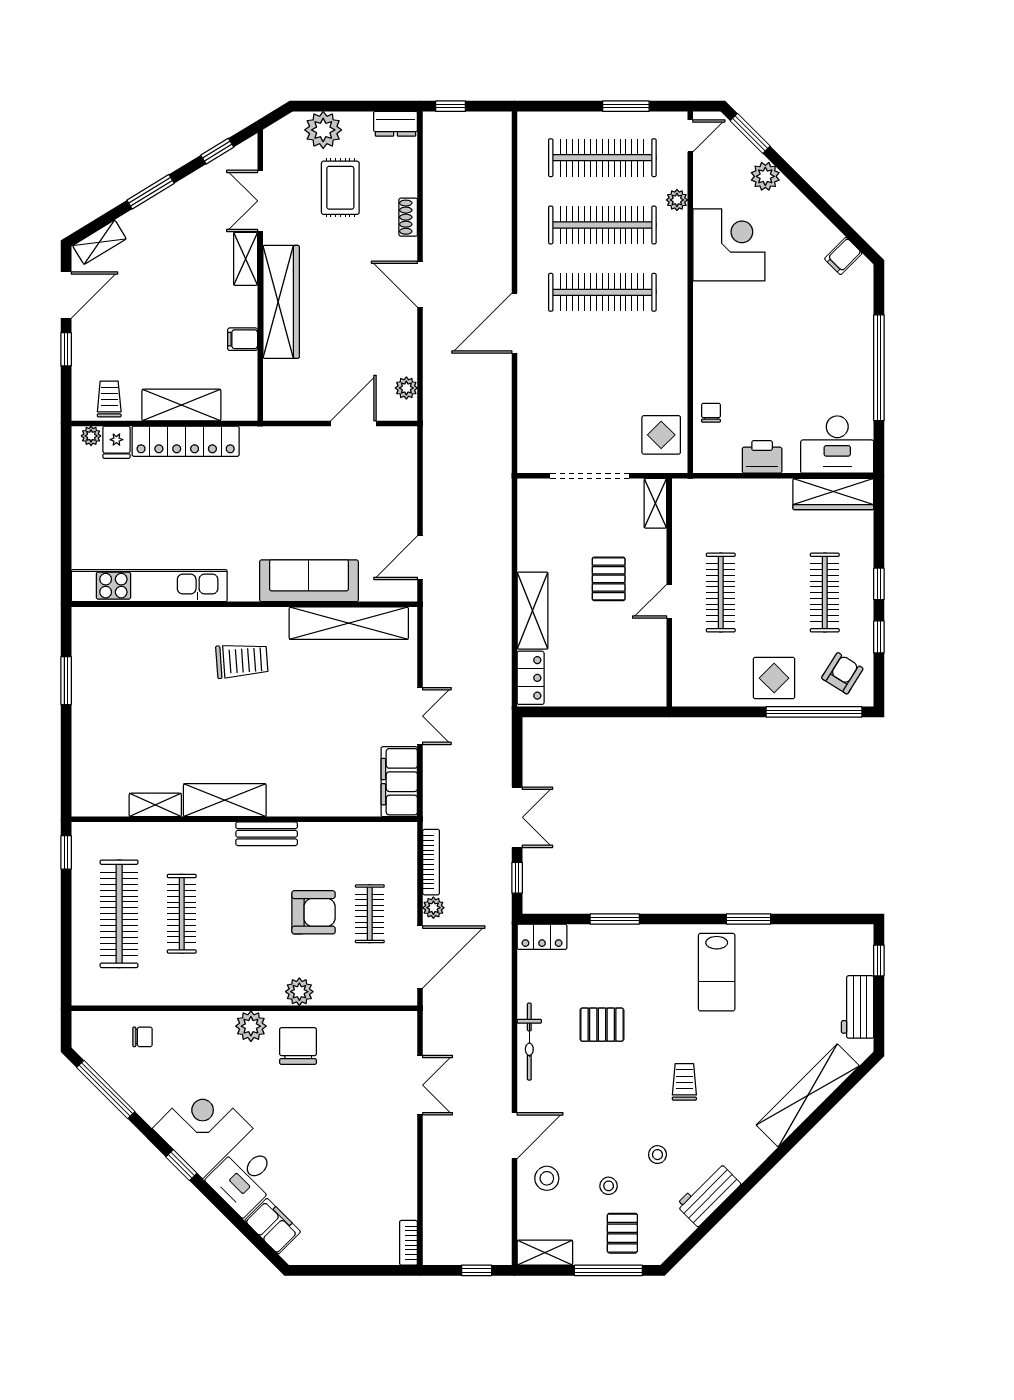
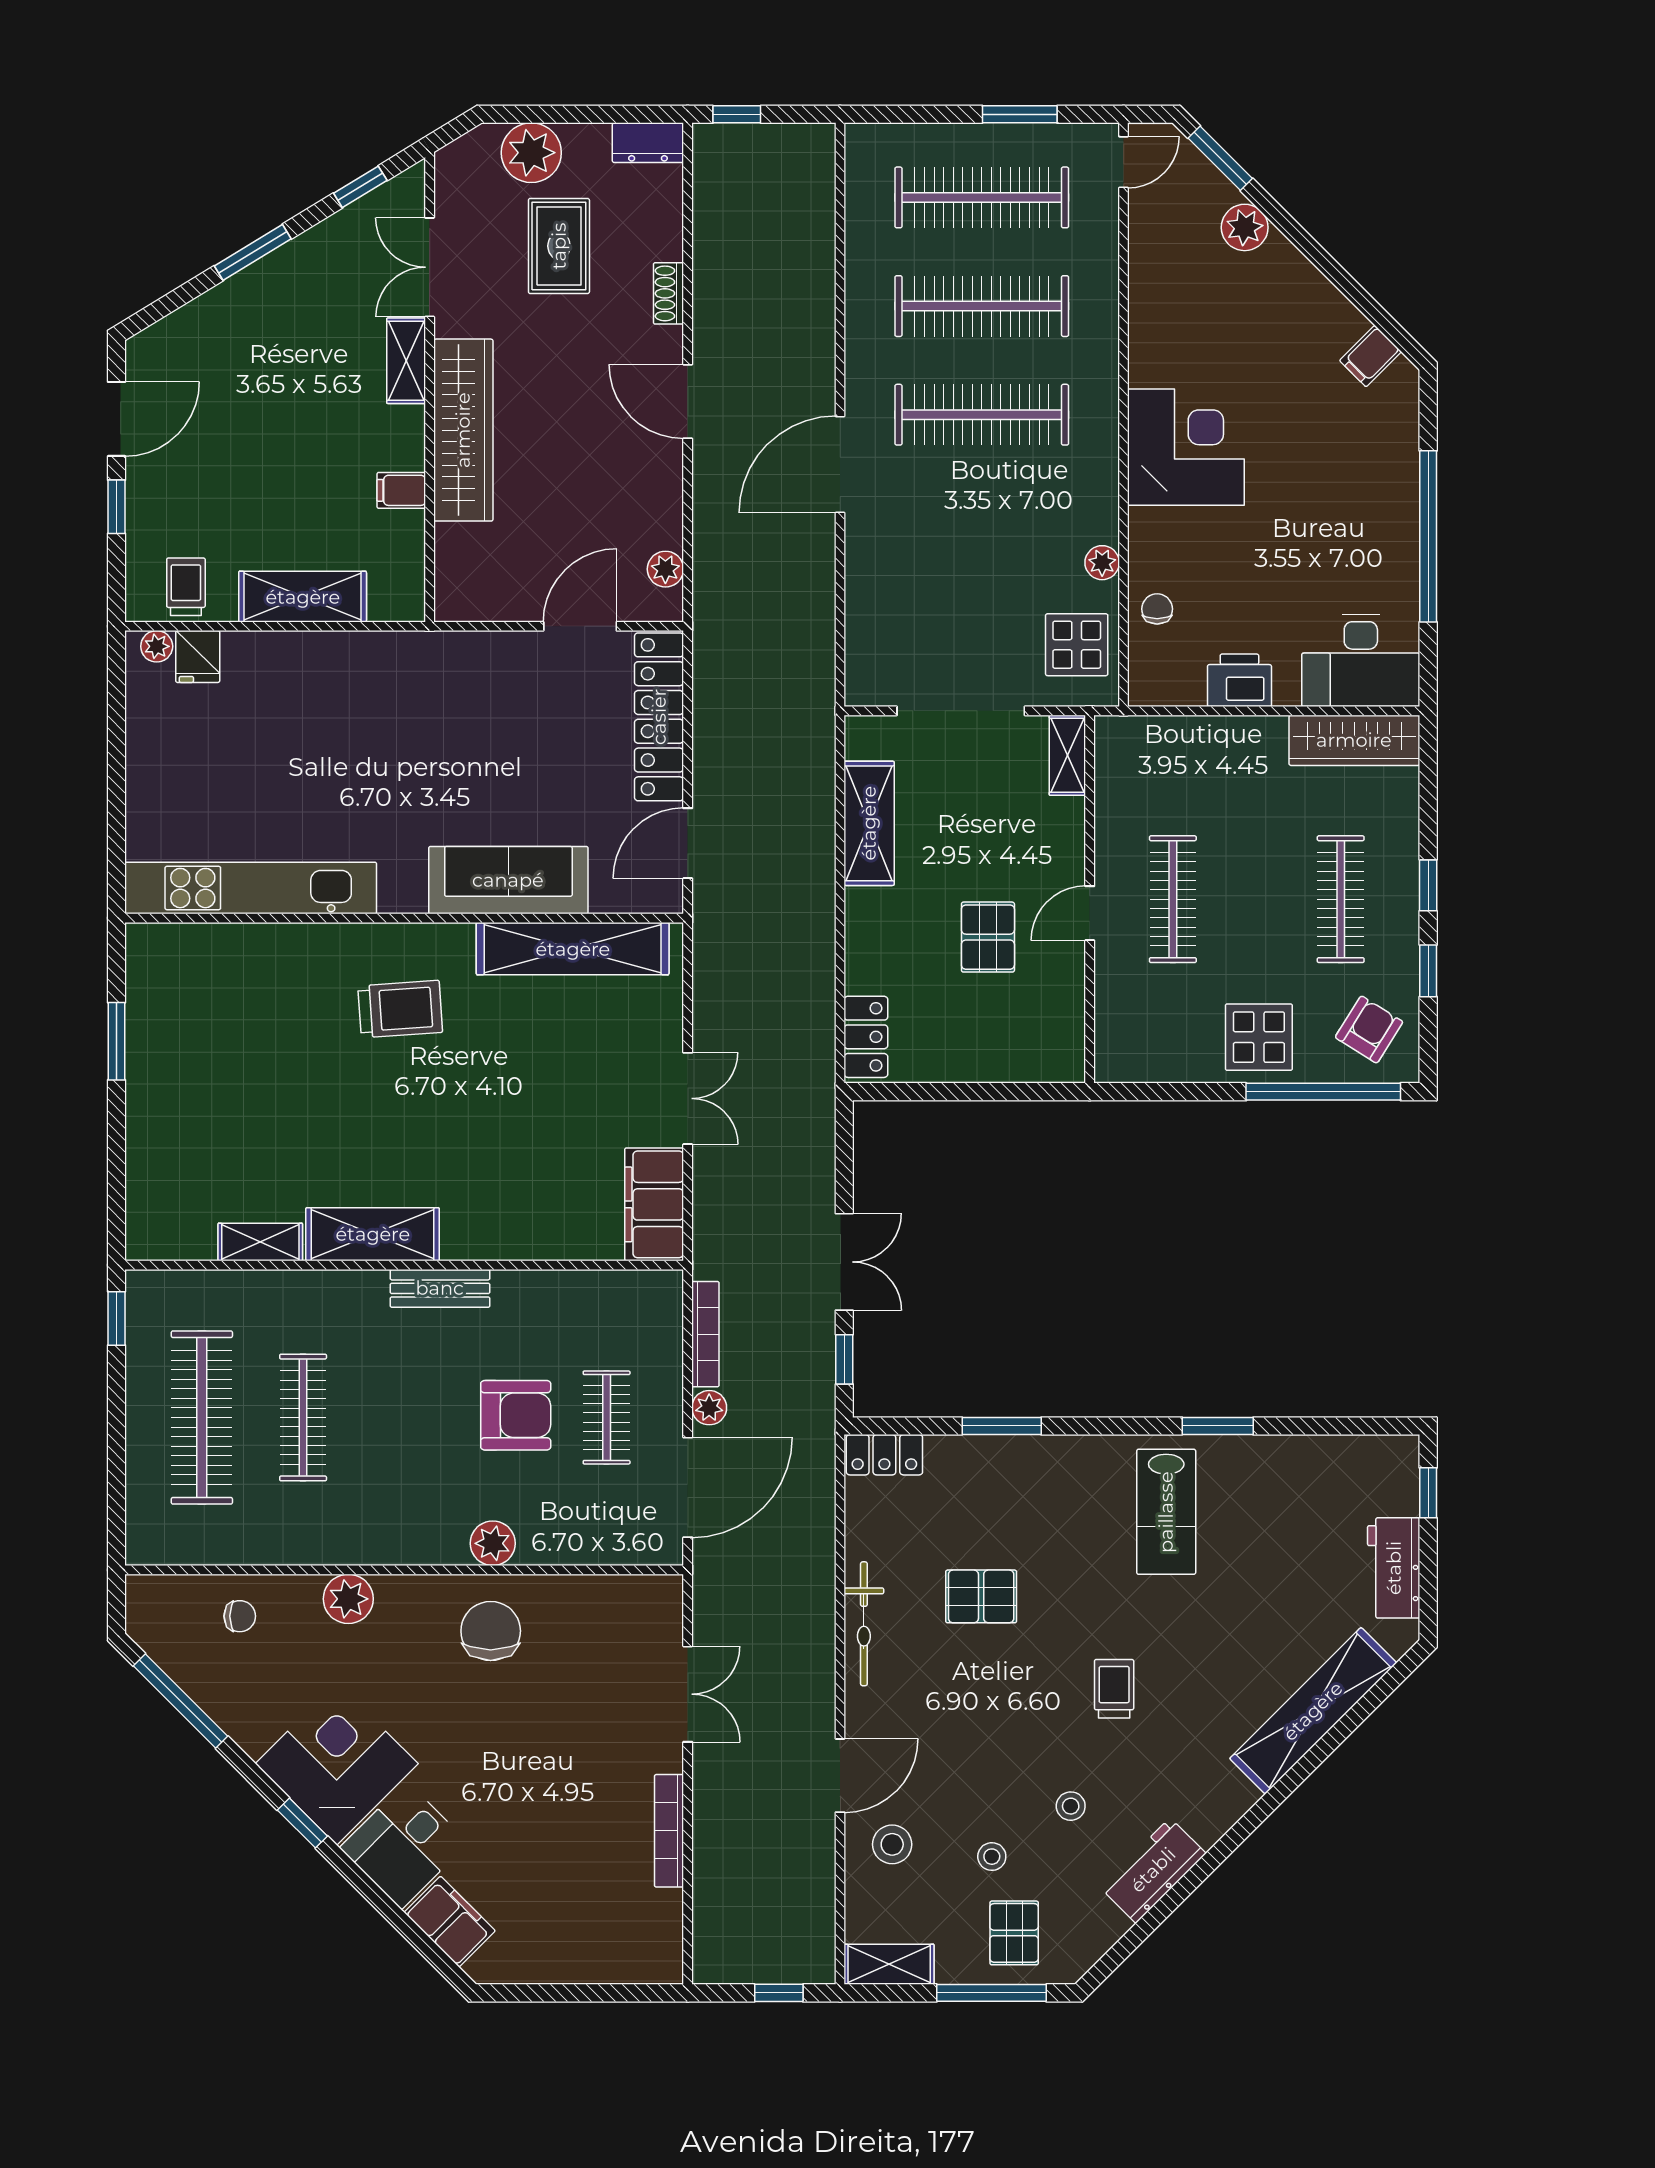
plant: (677, 200) -> (1102, 563), moved
shelving: (99, 242) -> (170, 334), removed
corner desk: (729, 245) -> (1186, 447), moved
locker: (186, 441) -> (659, 717), moved, turned 90
pallet: (609, 579) -> (988, 937), moved
shelving: (533, 611) -> (869, 823), moved
plant: (251, 1026) -> (348, 1599), moved
bookcase: (409, 1243) -> (669, 1831), moved, width x1.56

